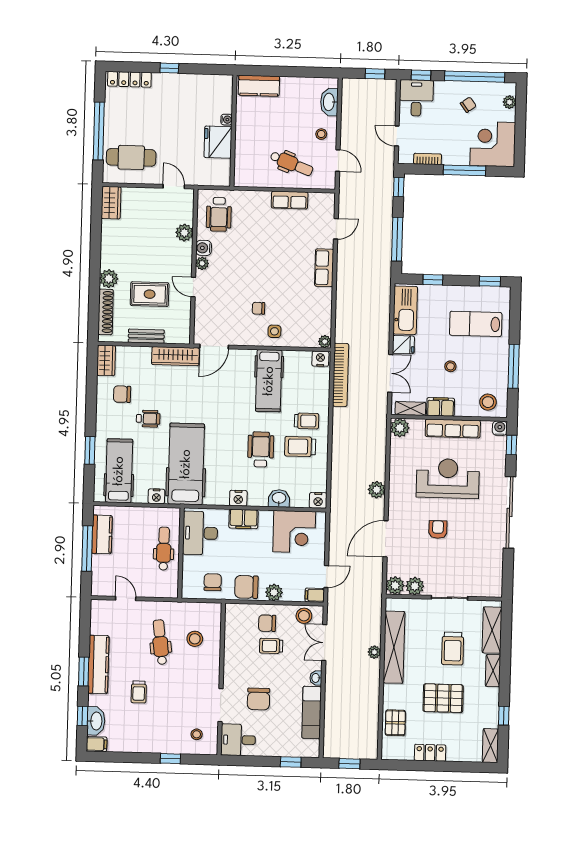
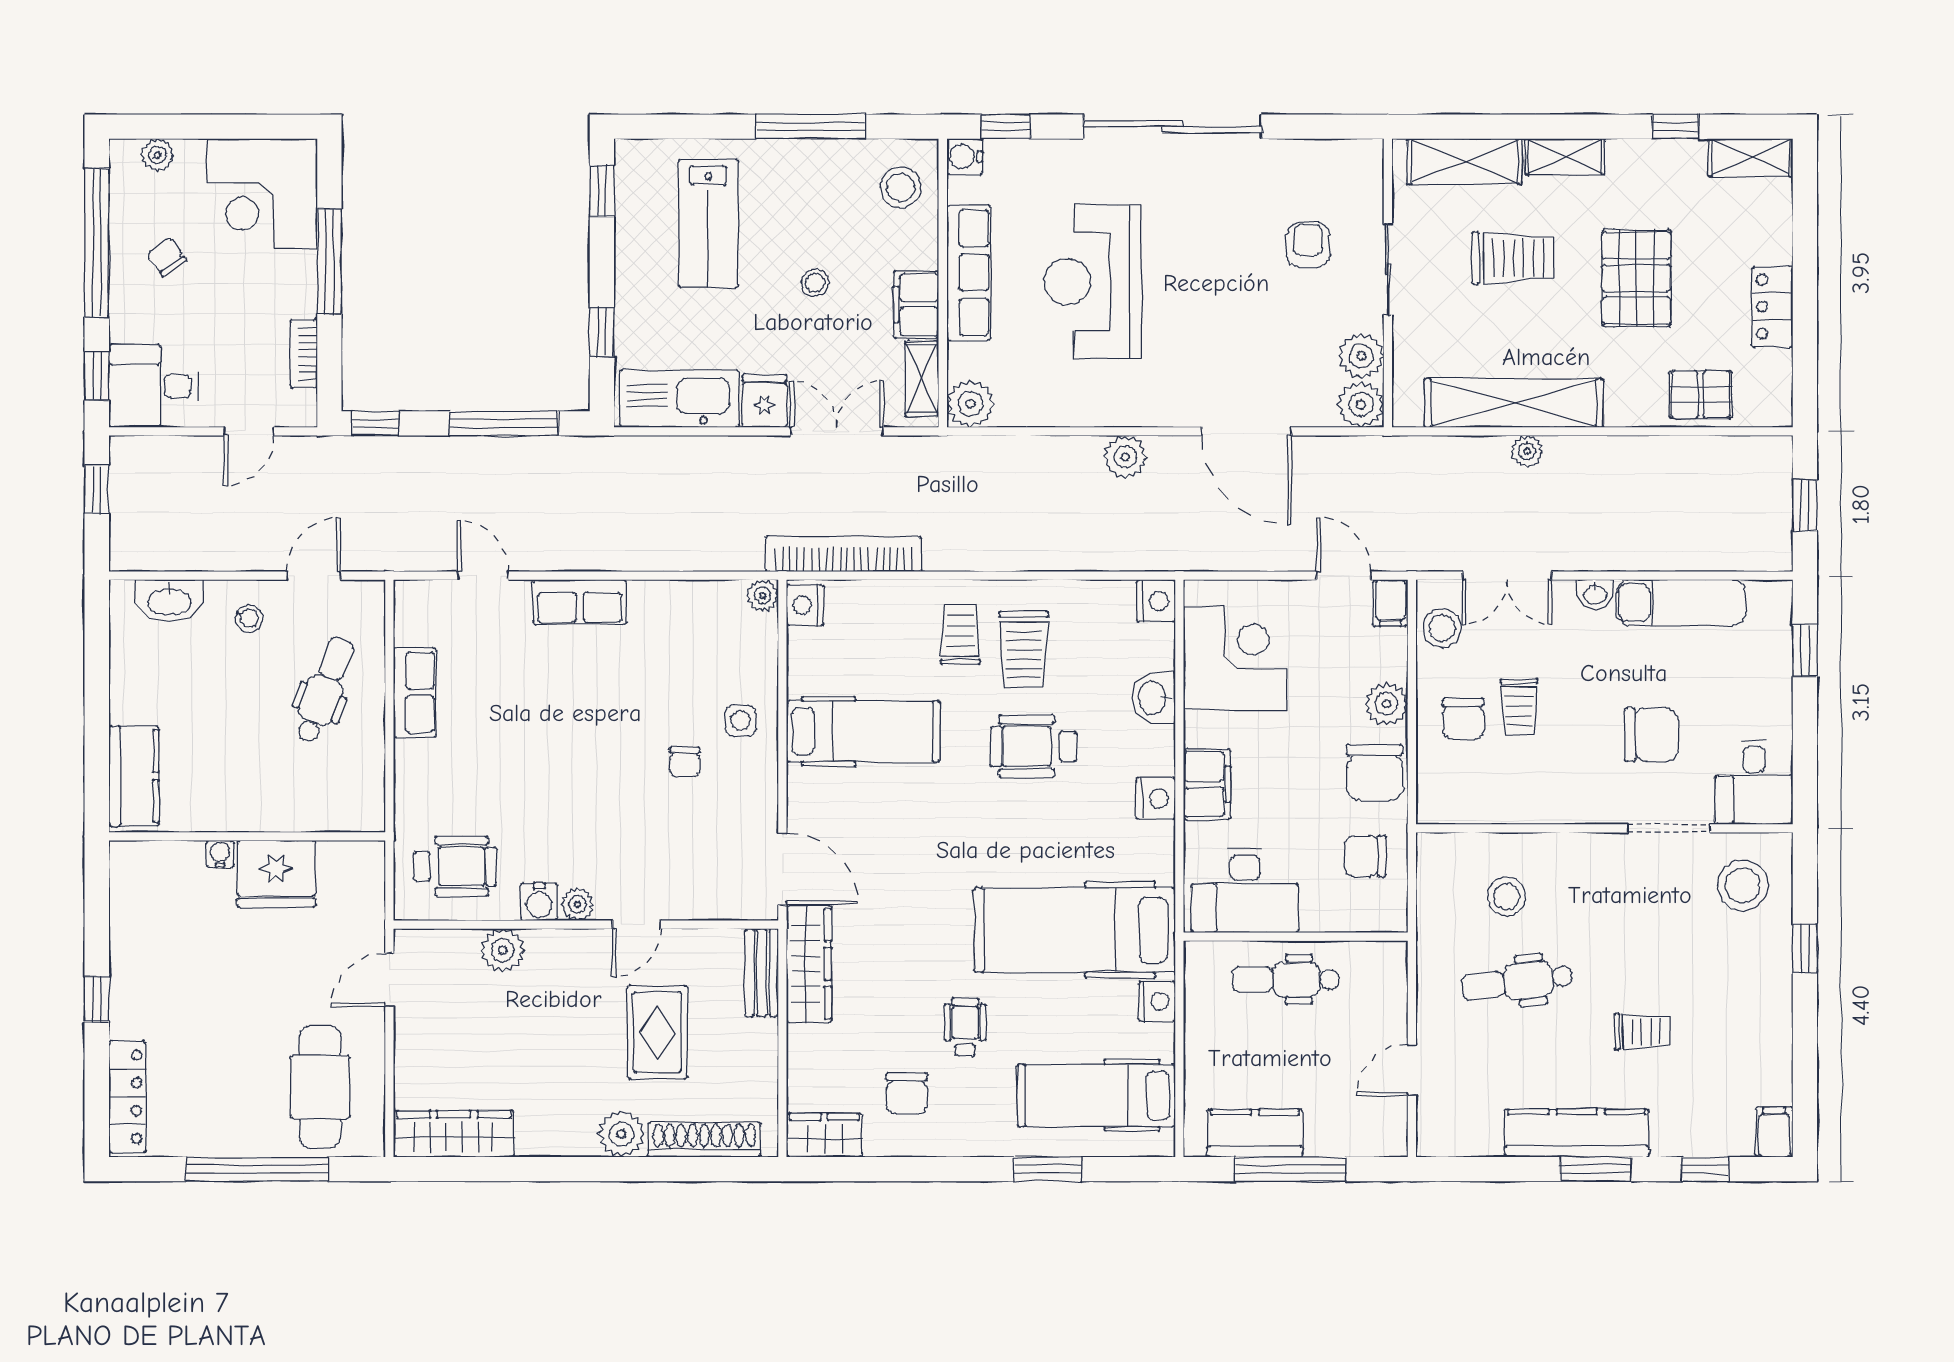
wardrobe: (111, 203) -> (454, 1134), width x1.50
bench: (146, 336) -> (762, 973), moved
armchair: (438, 529) -> (1308, 245), moved, turned 90
washbasin: (96, 721) -> (1717, 1136), removed
stool: (197, 734) -> (1743, 885), width x1.89, depth x1.89

